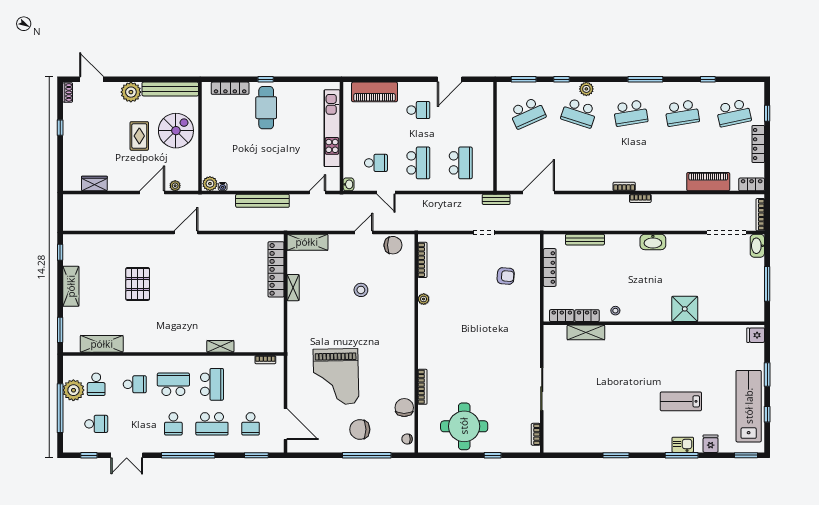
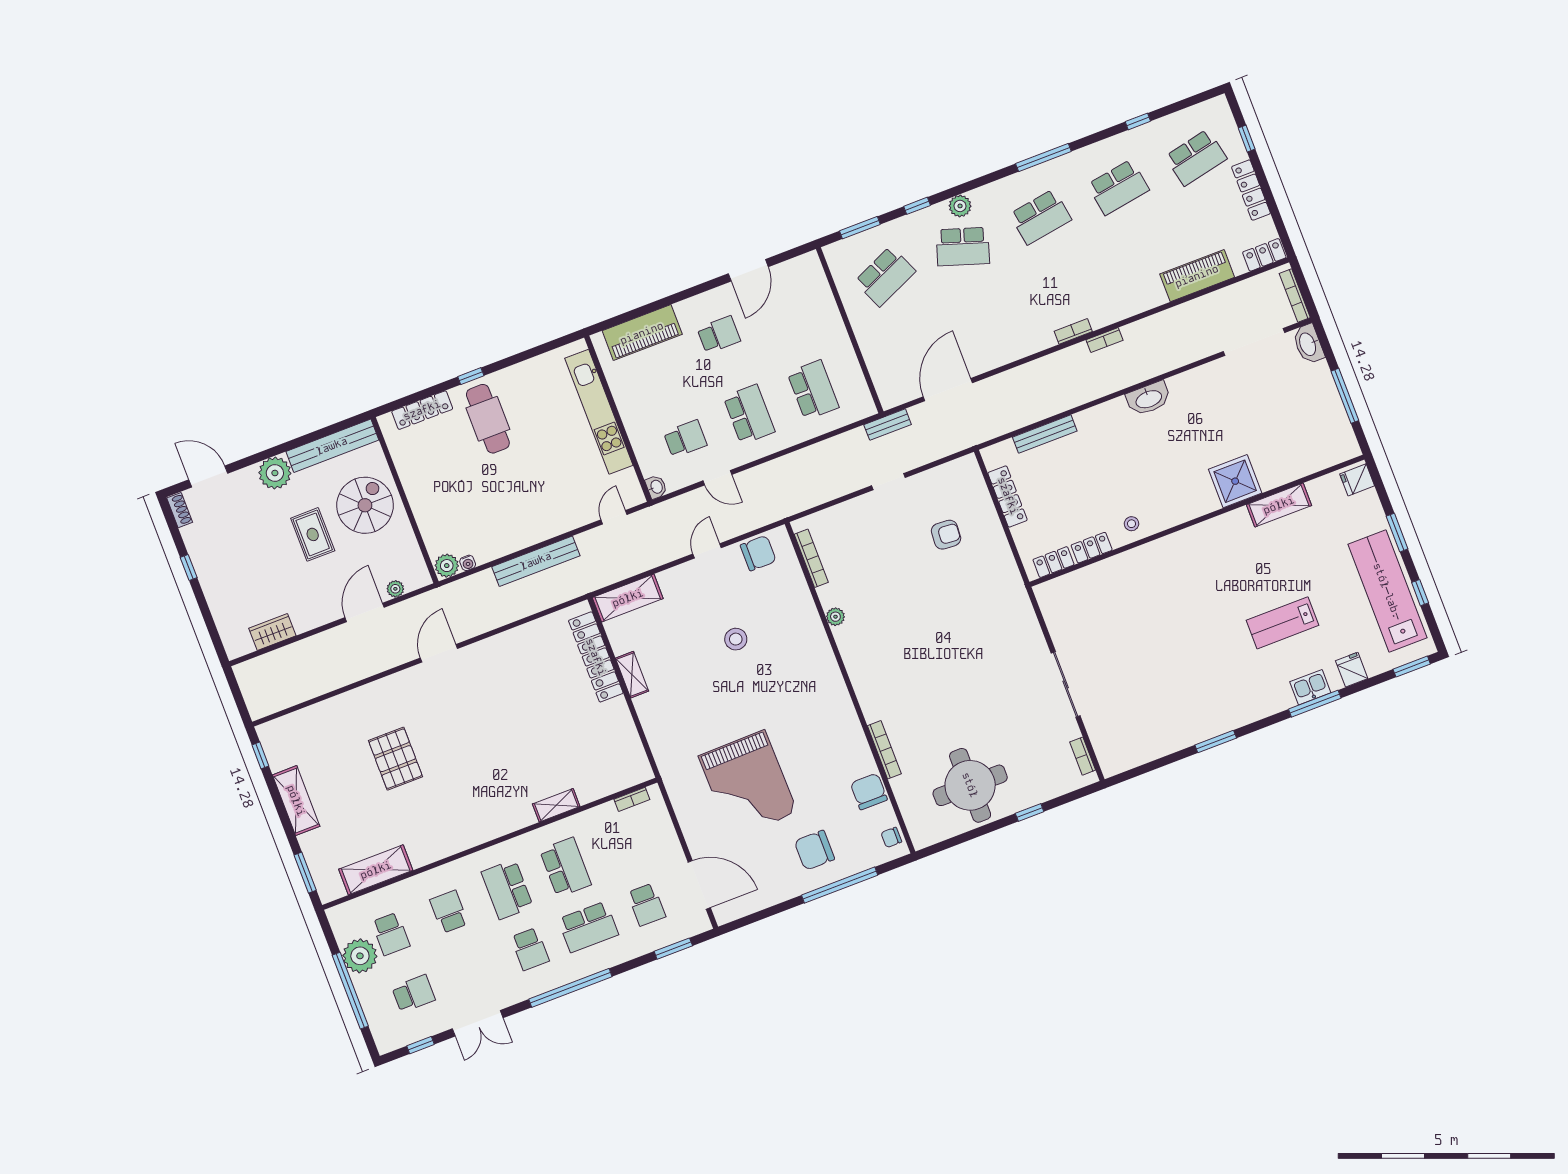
shelving: (586, 332) -> (1279, 505), moved
school desk: (135, 384) -> (449, 912), turned -90
school desk: (173, 384) -> (507, 889), turned -90

